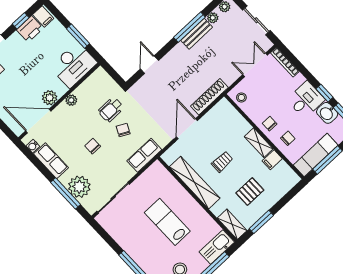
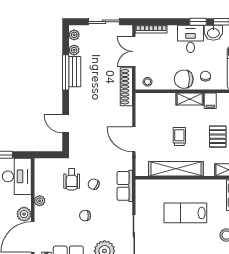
shoe rack: (209, 97) -> (126, 87), moved
chair: (270, 124) -> (184, 79), width x1.87, depth x1.87

